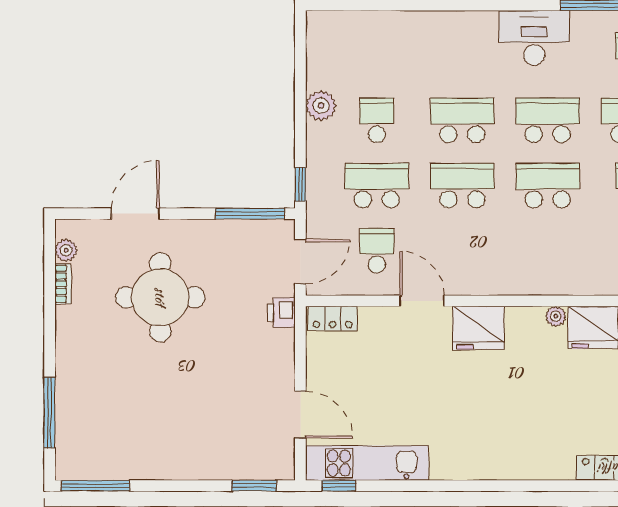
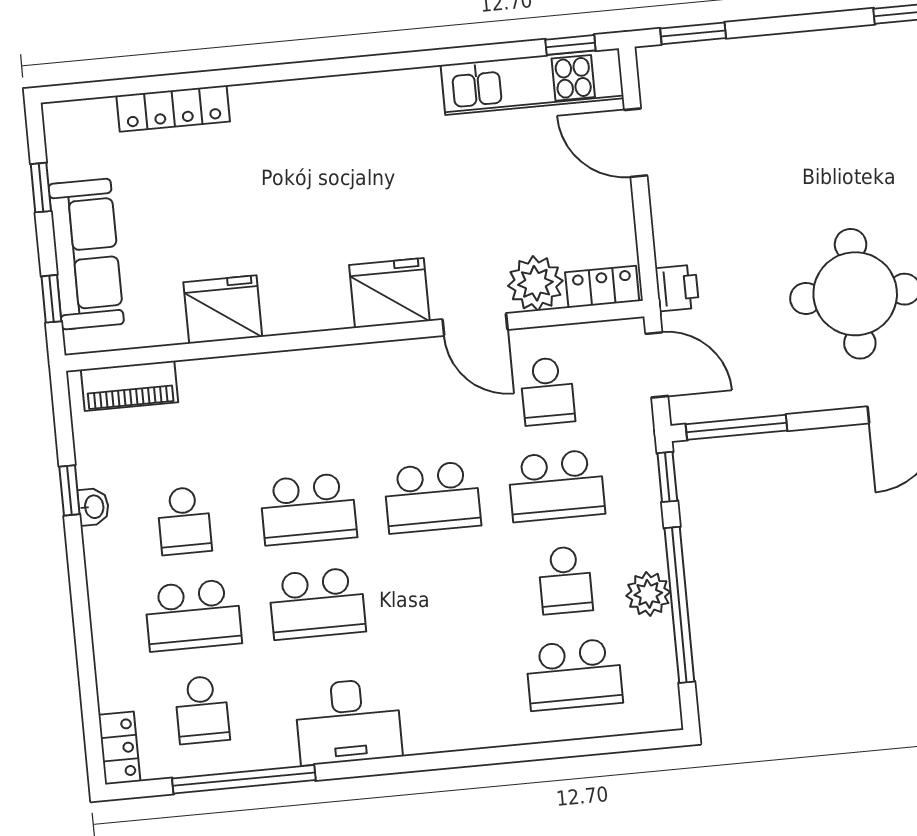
window: (300, 96) -> (679, 605), added
school desk: (462, 120) -> (574, 675), moved
door: (300, 262) -> (657, 365), swing flipped
plant: (556, 316) -> (535, 283), moved, width x1.88, depth x1.88

